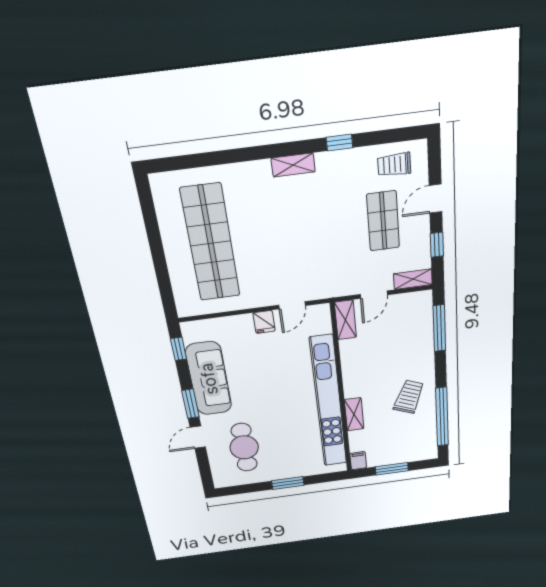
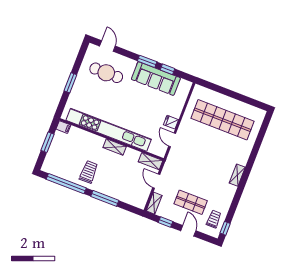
window: (339, 143) -> (225, 228), moved
window: (439, 328) -> (105, 198), moved
window: (179, 349) -> (167, 69), moved
trolley: (409, 397) -> (89, 172), turned -112
shelving: (354, 414) -> (115, 147), moved
door: (198, 437) -> (107, 46), moved

